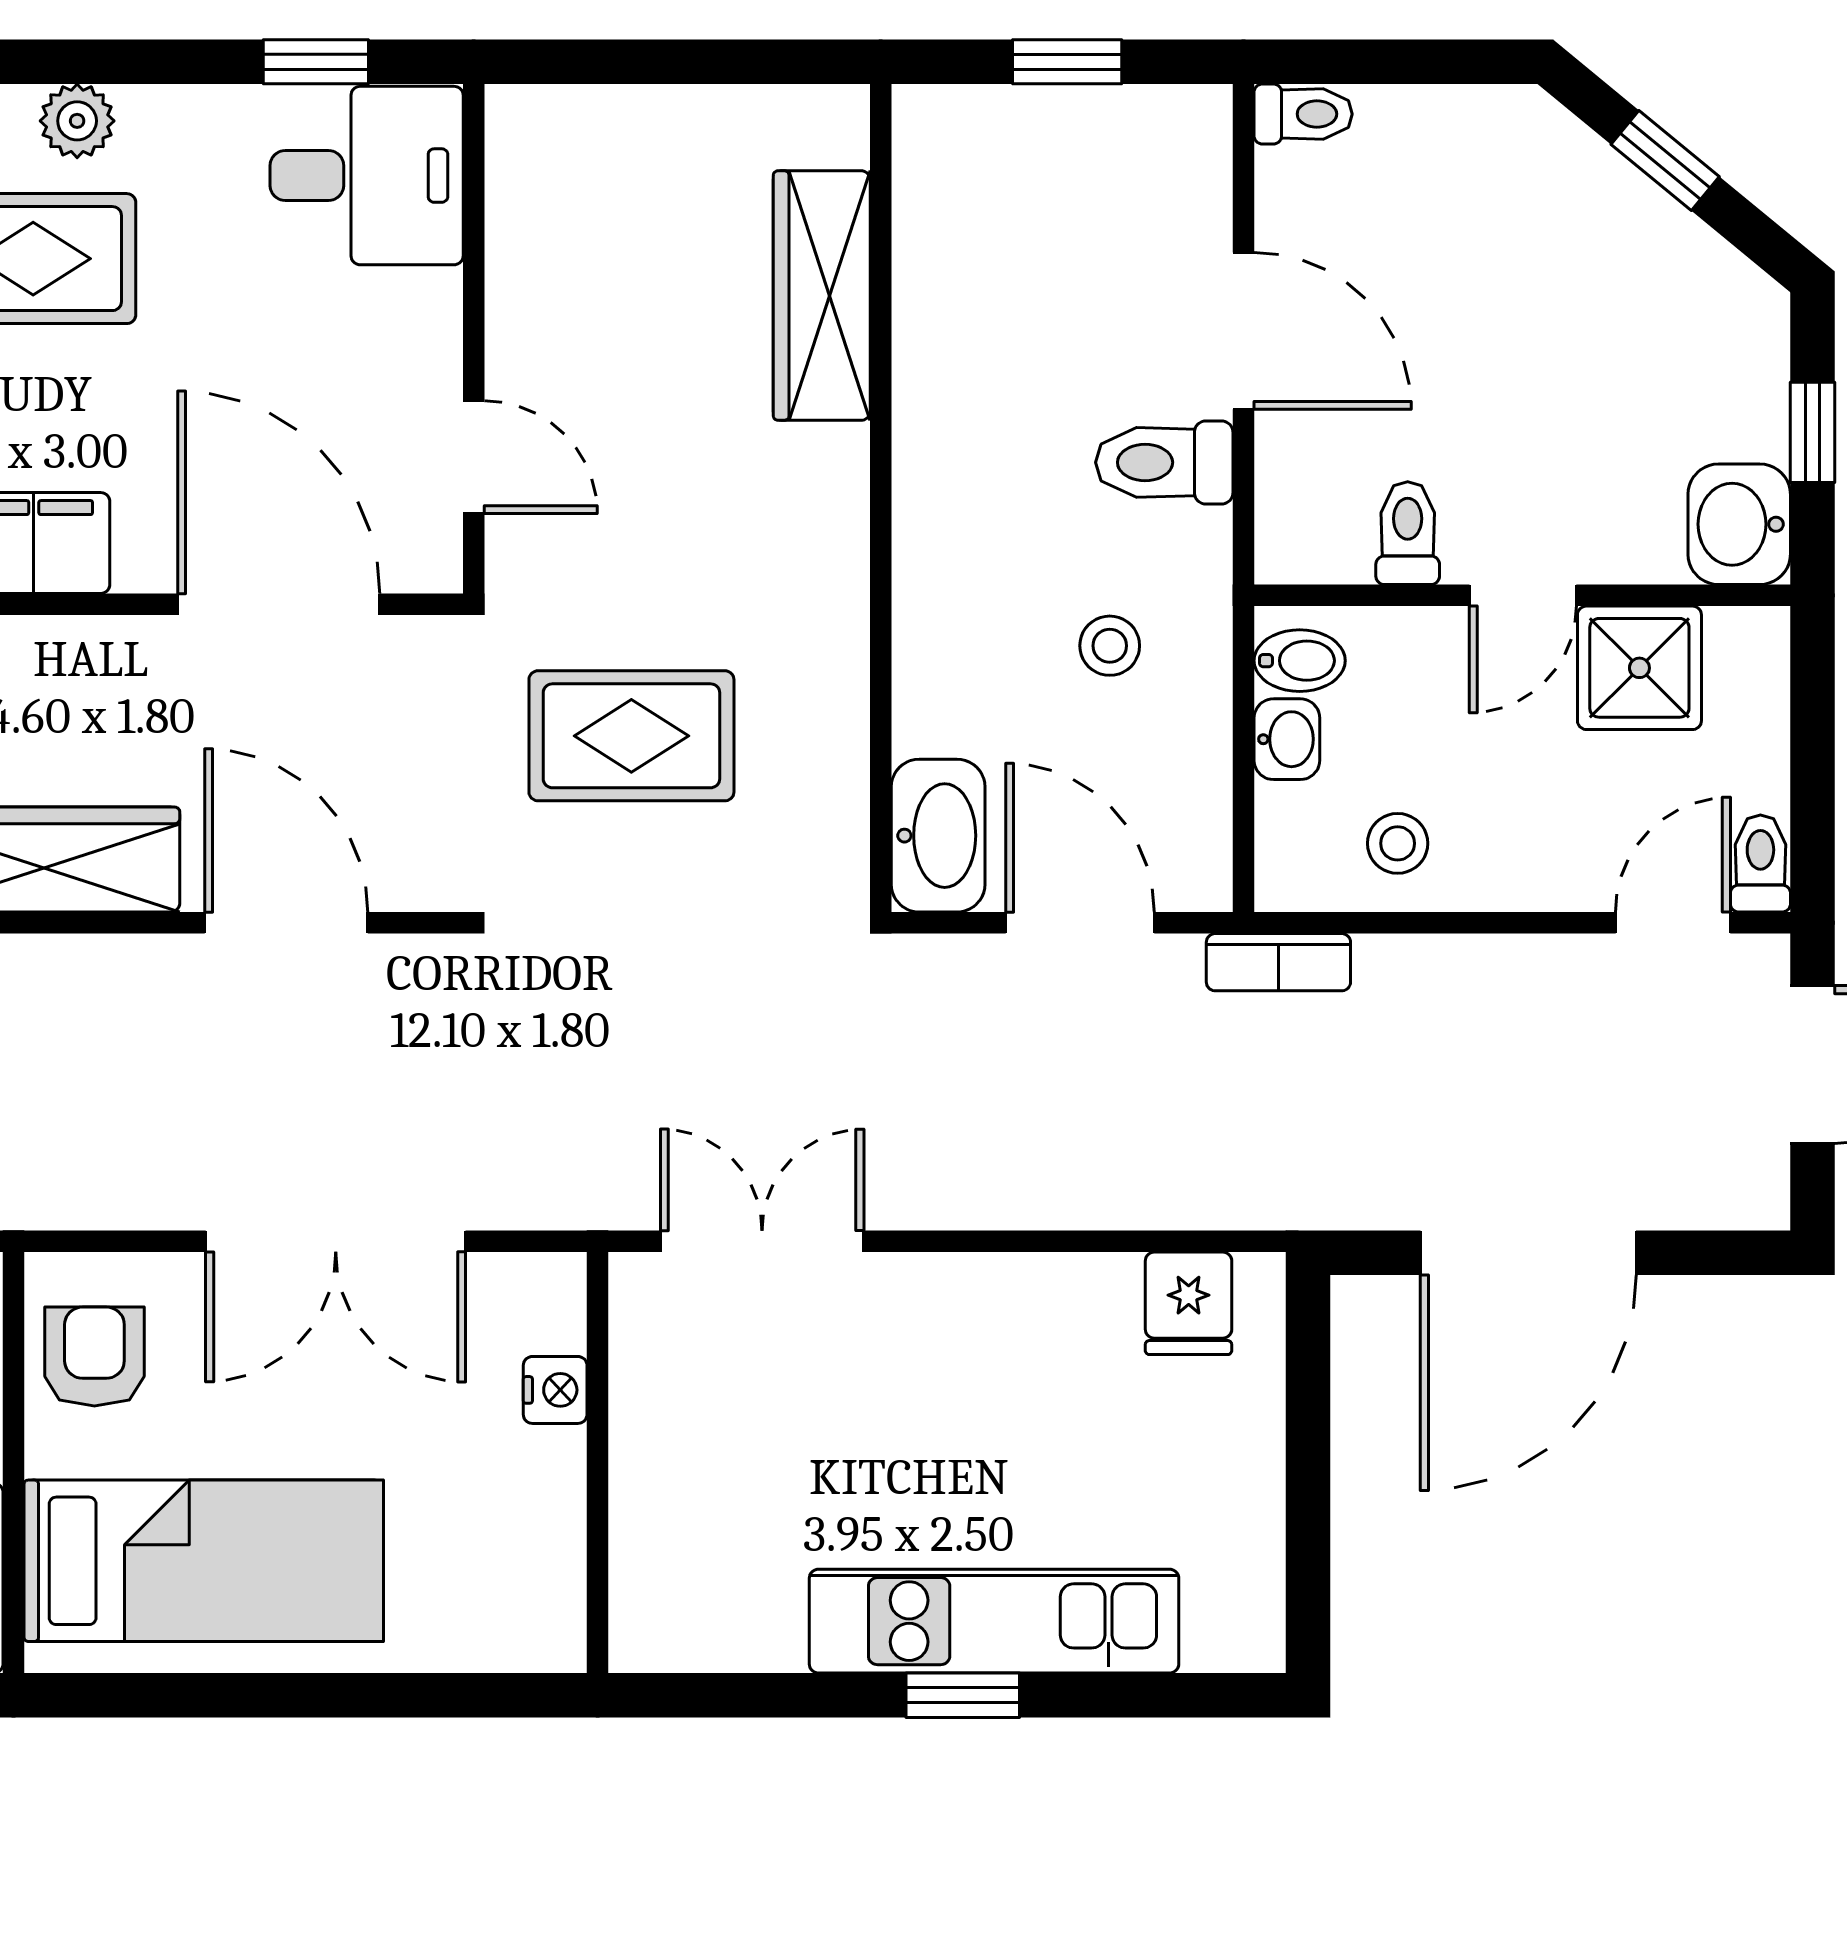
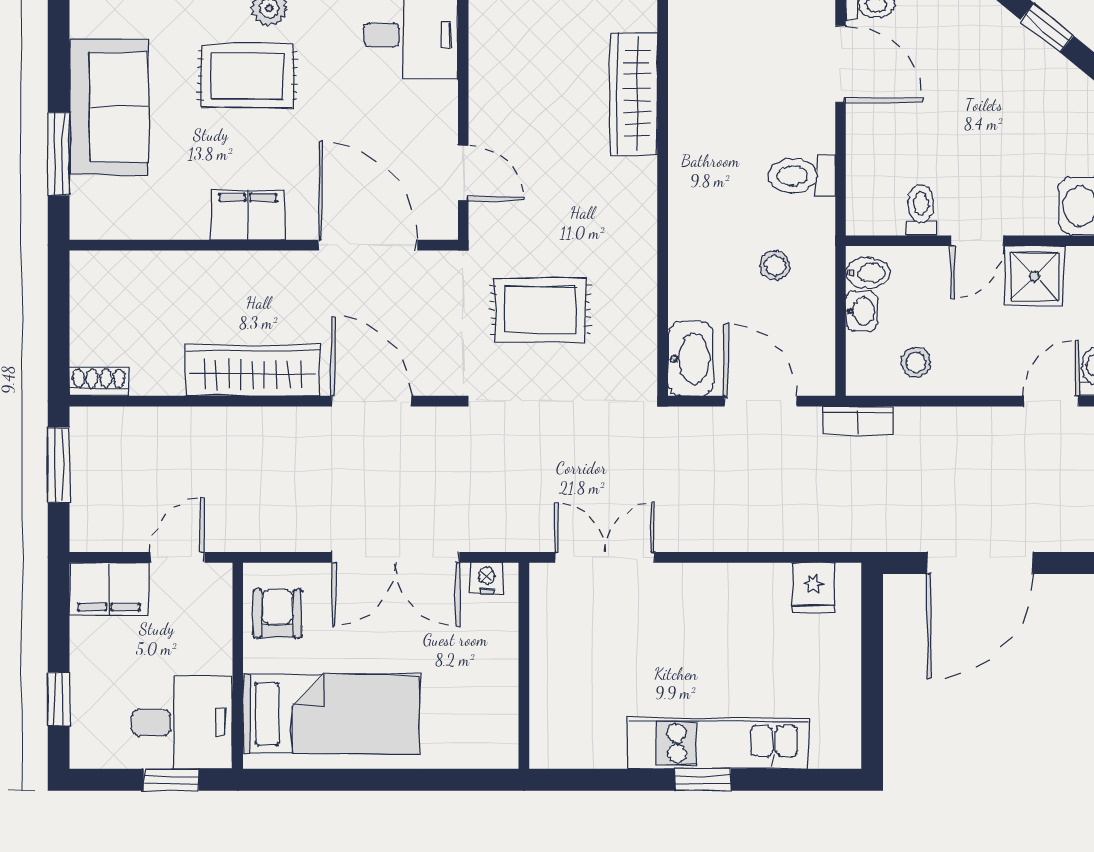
door: (1243, 331) -> (840, 64), moved
nightstand: (555, 1390) -> (487, 578), moved, turned -90

